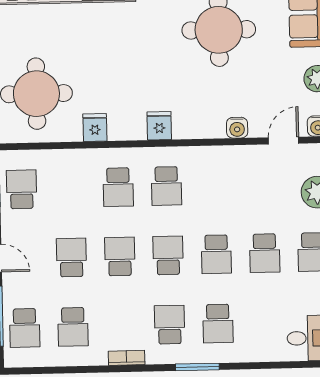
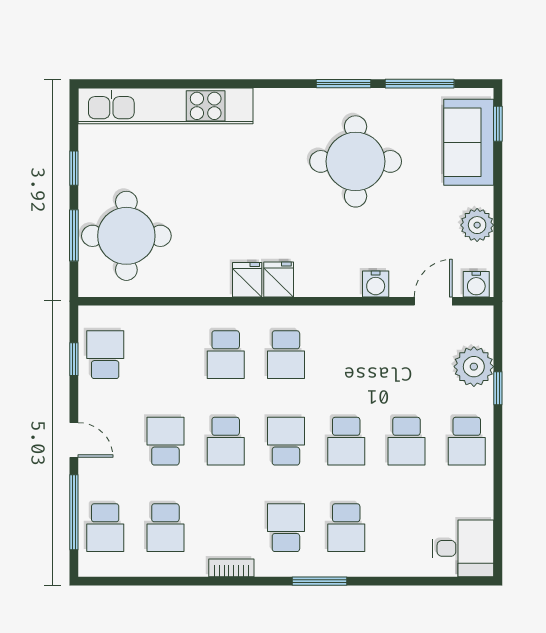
fridge: (95, 128) -> (247, 280), moved
school desk: (120, 256) -> (226, 441), turned 180

